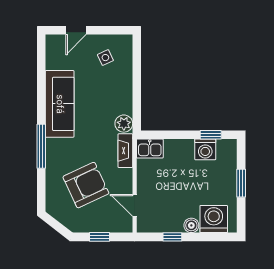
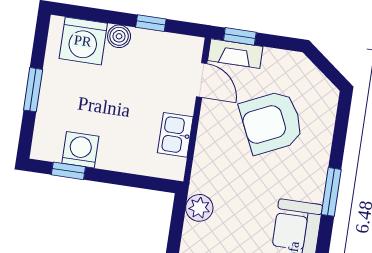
window: (41, 146) -> (331, 192), width x0.69
kitchen sink: (150, 149) -> (175, 135), moved, turned -90
fireplace: (125, 151) -> (235, 54), moved, turned 90
window: (100, 237) -> (240, 36), moved

